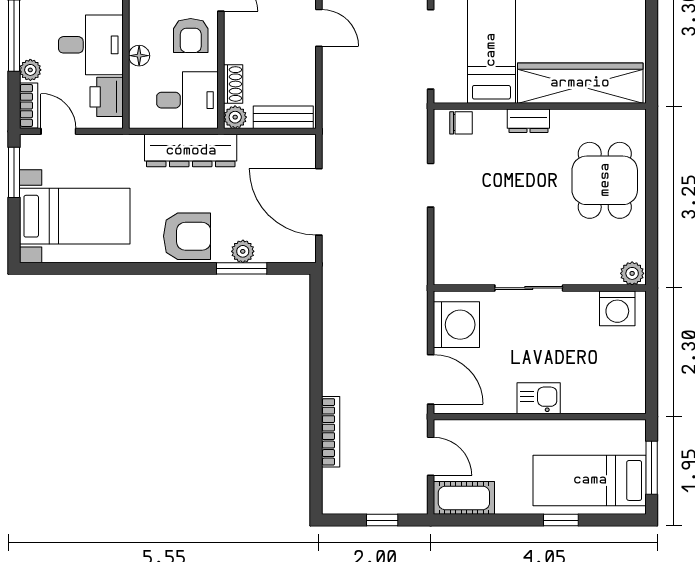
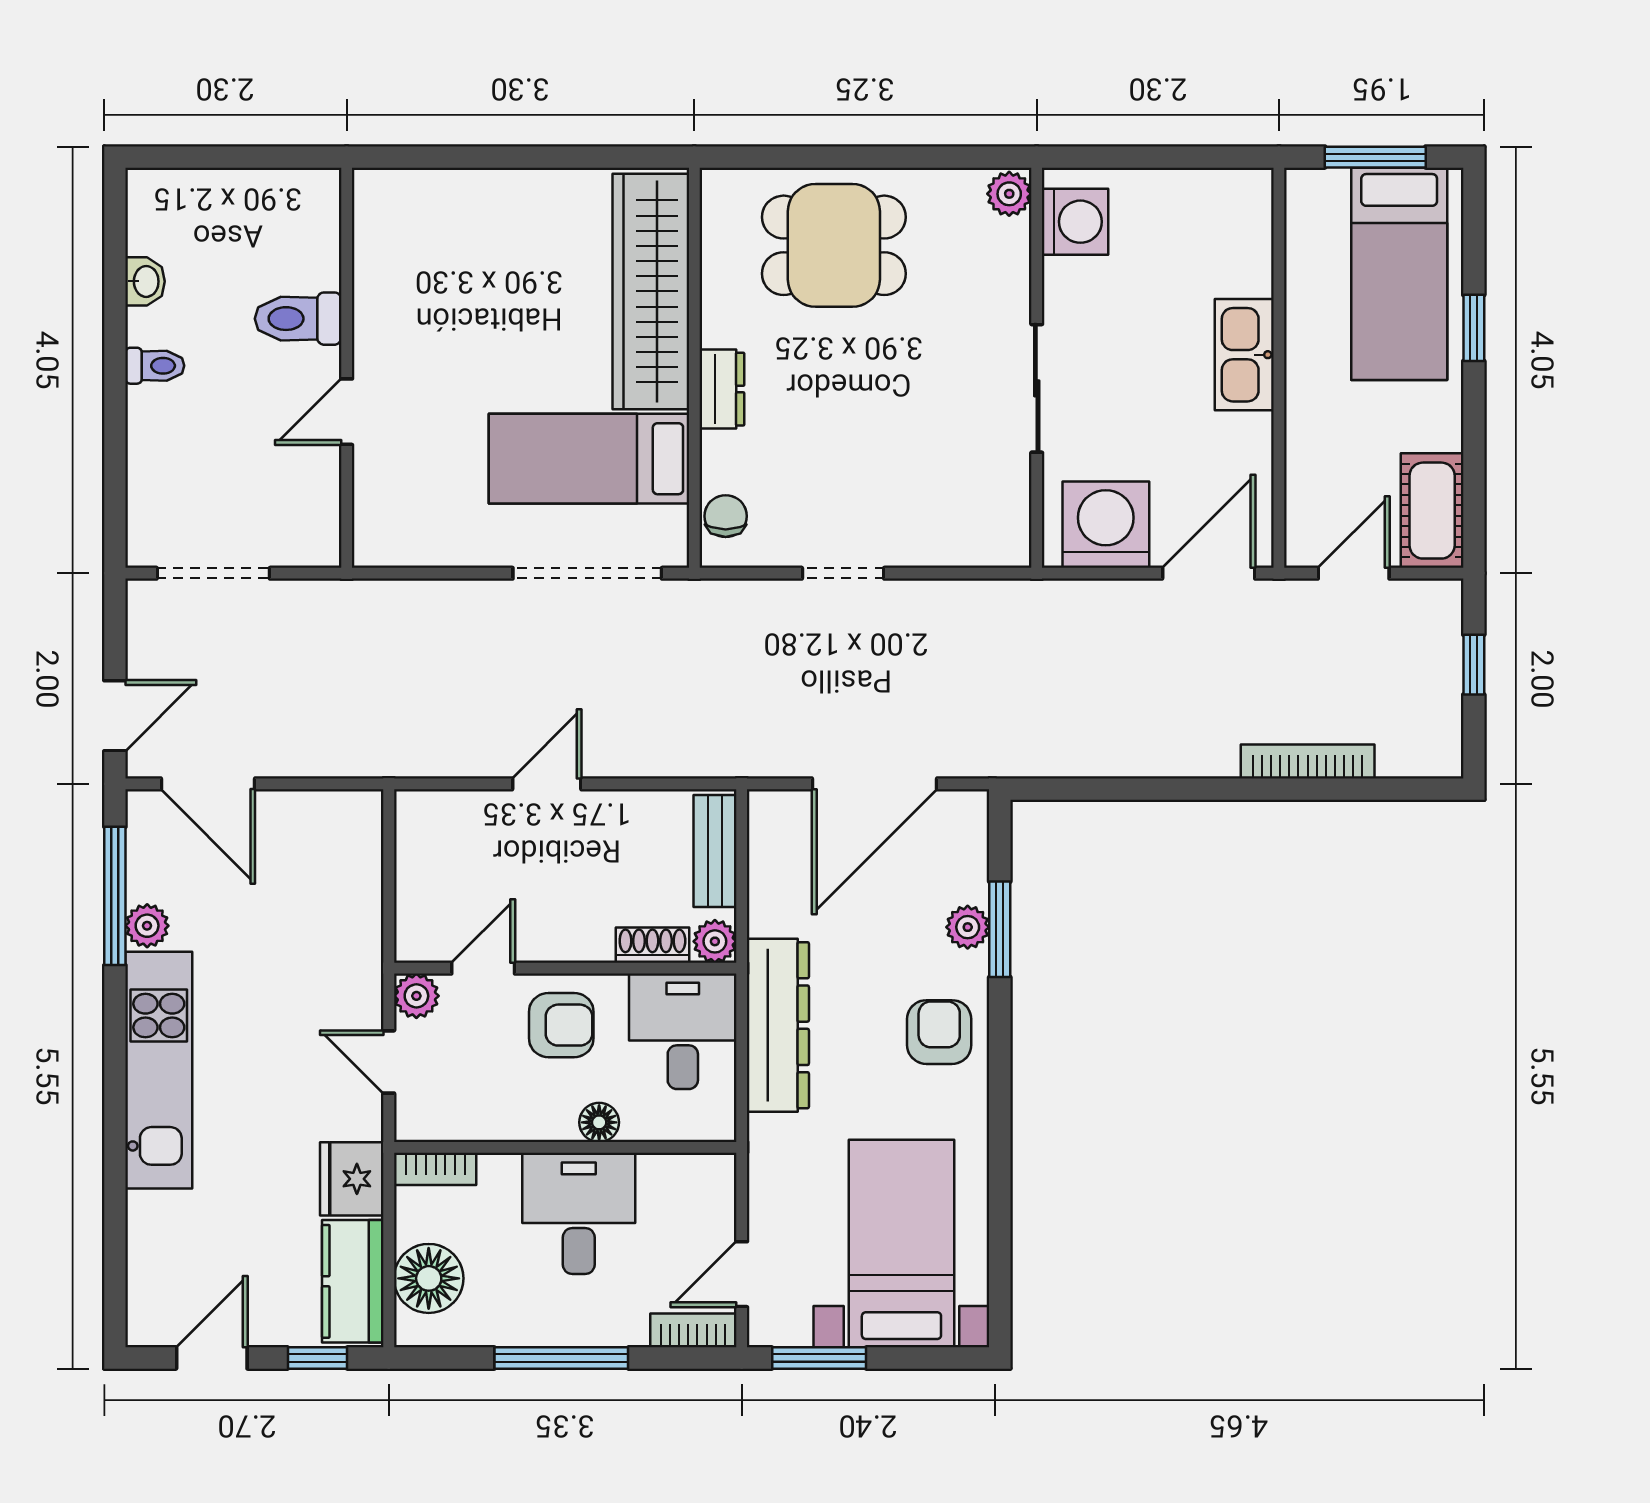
plant: (30, 70) -> (626, 1327), removed
printer: (107, 97) -> (677, 1183), removed
armchair: (187, 236) -> (939, 1032), width x0.72, depth x0.72
kitchen sink: (539, 398) -> (1244, 355), width x1.38

